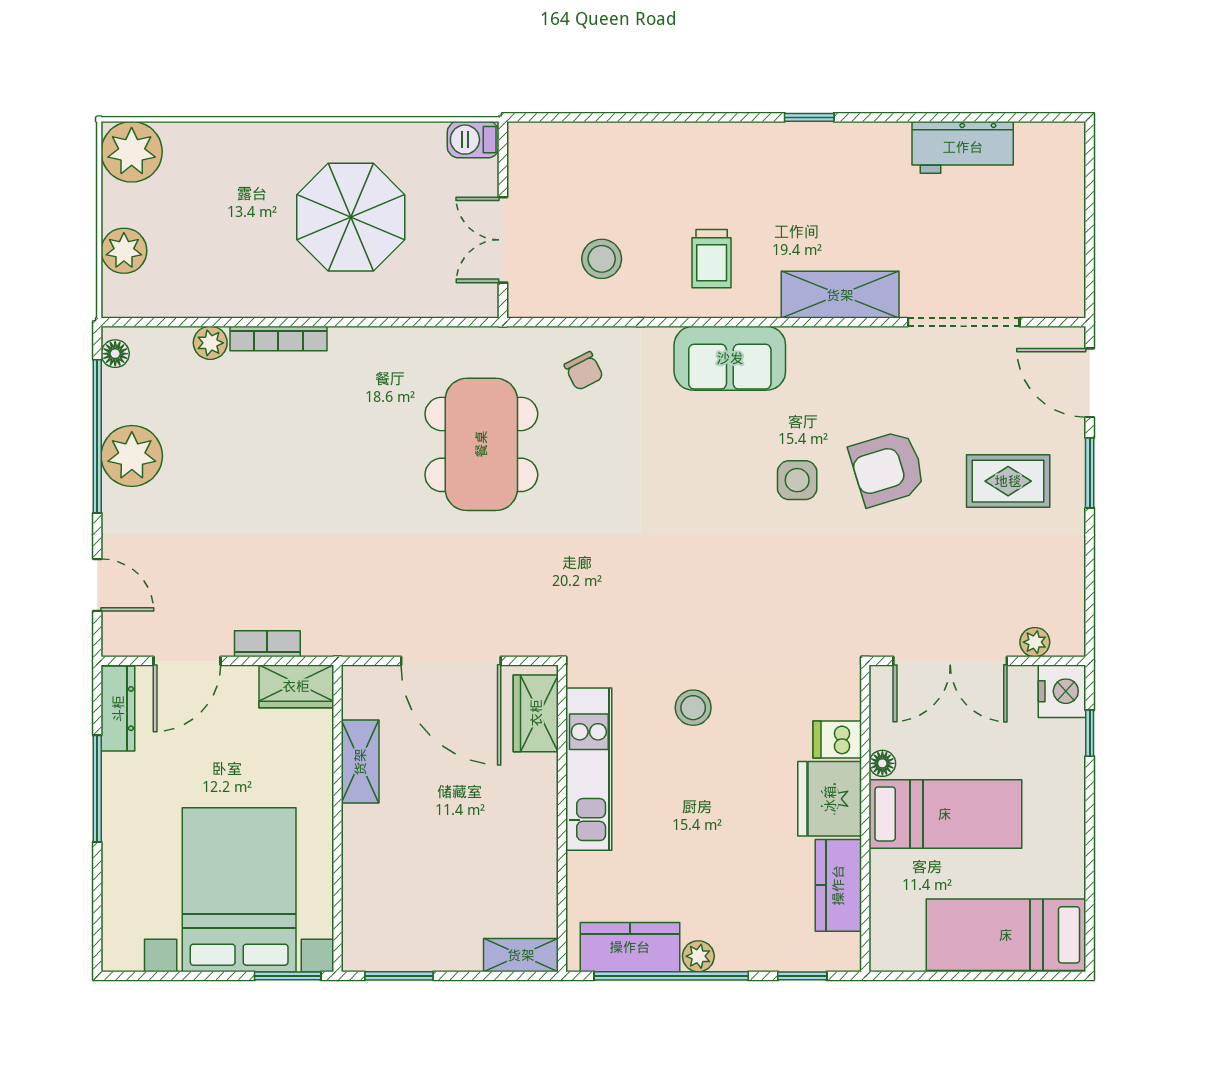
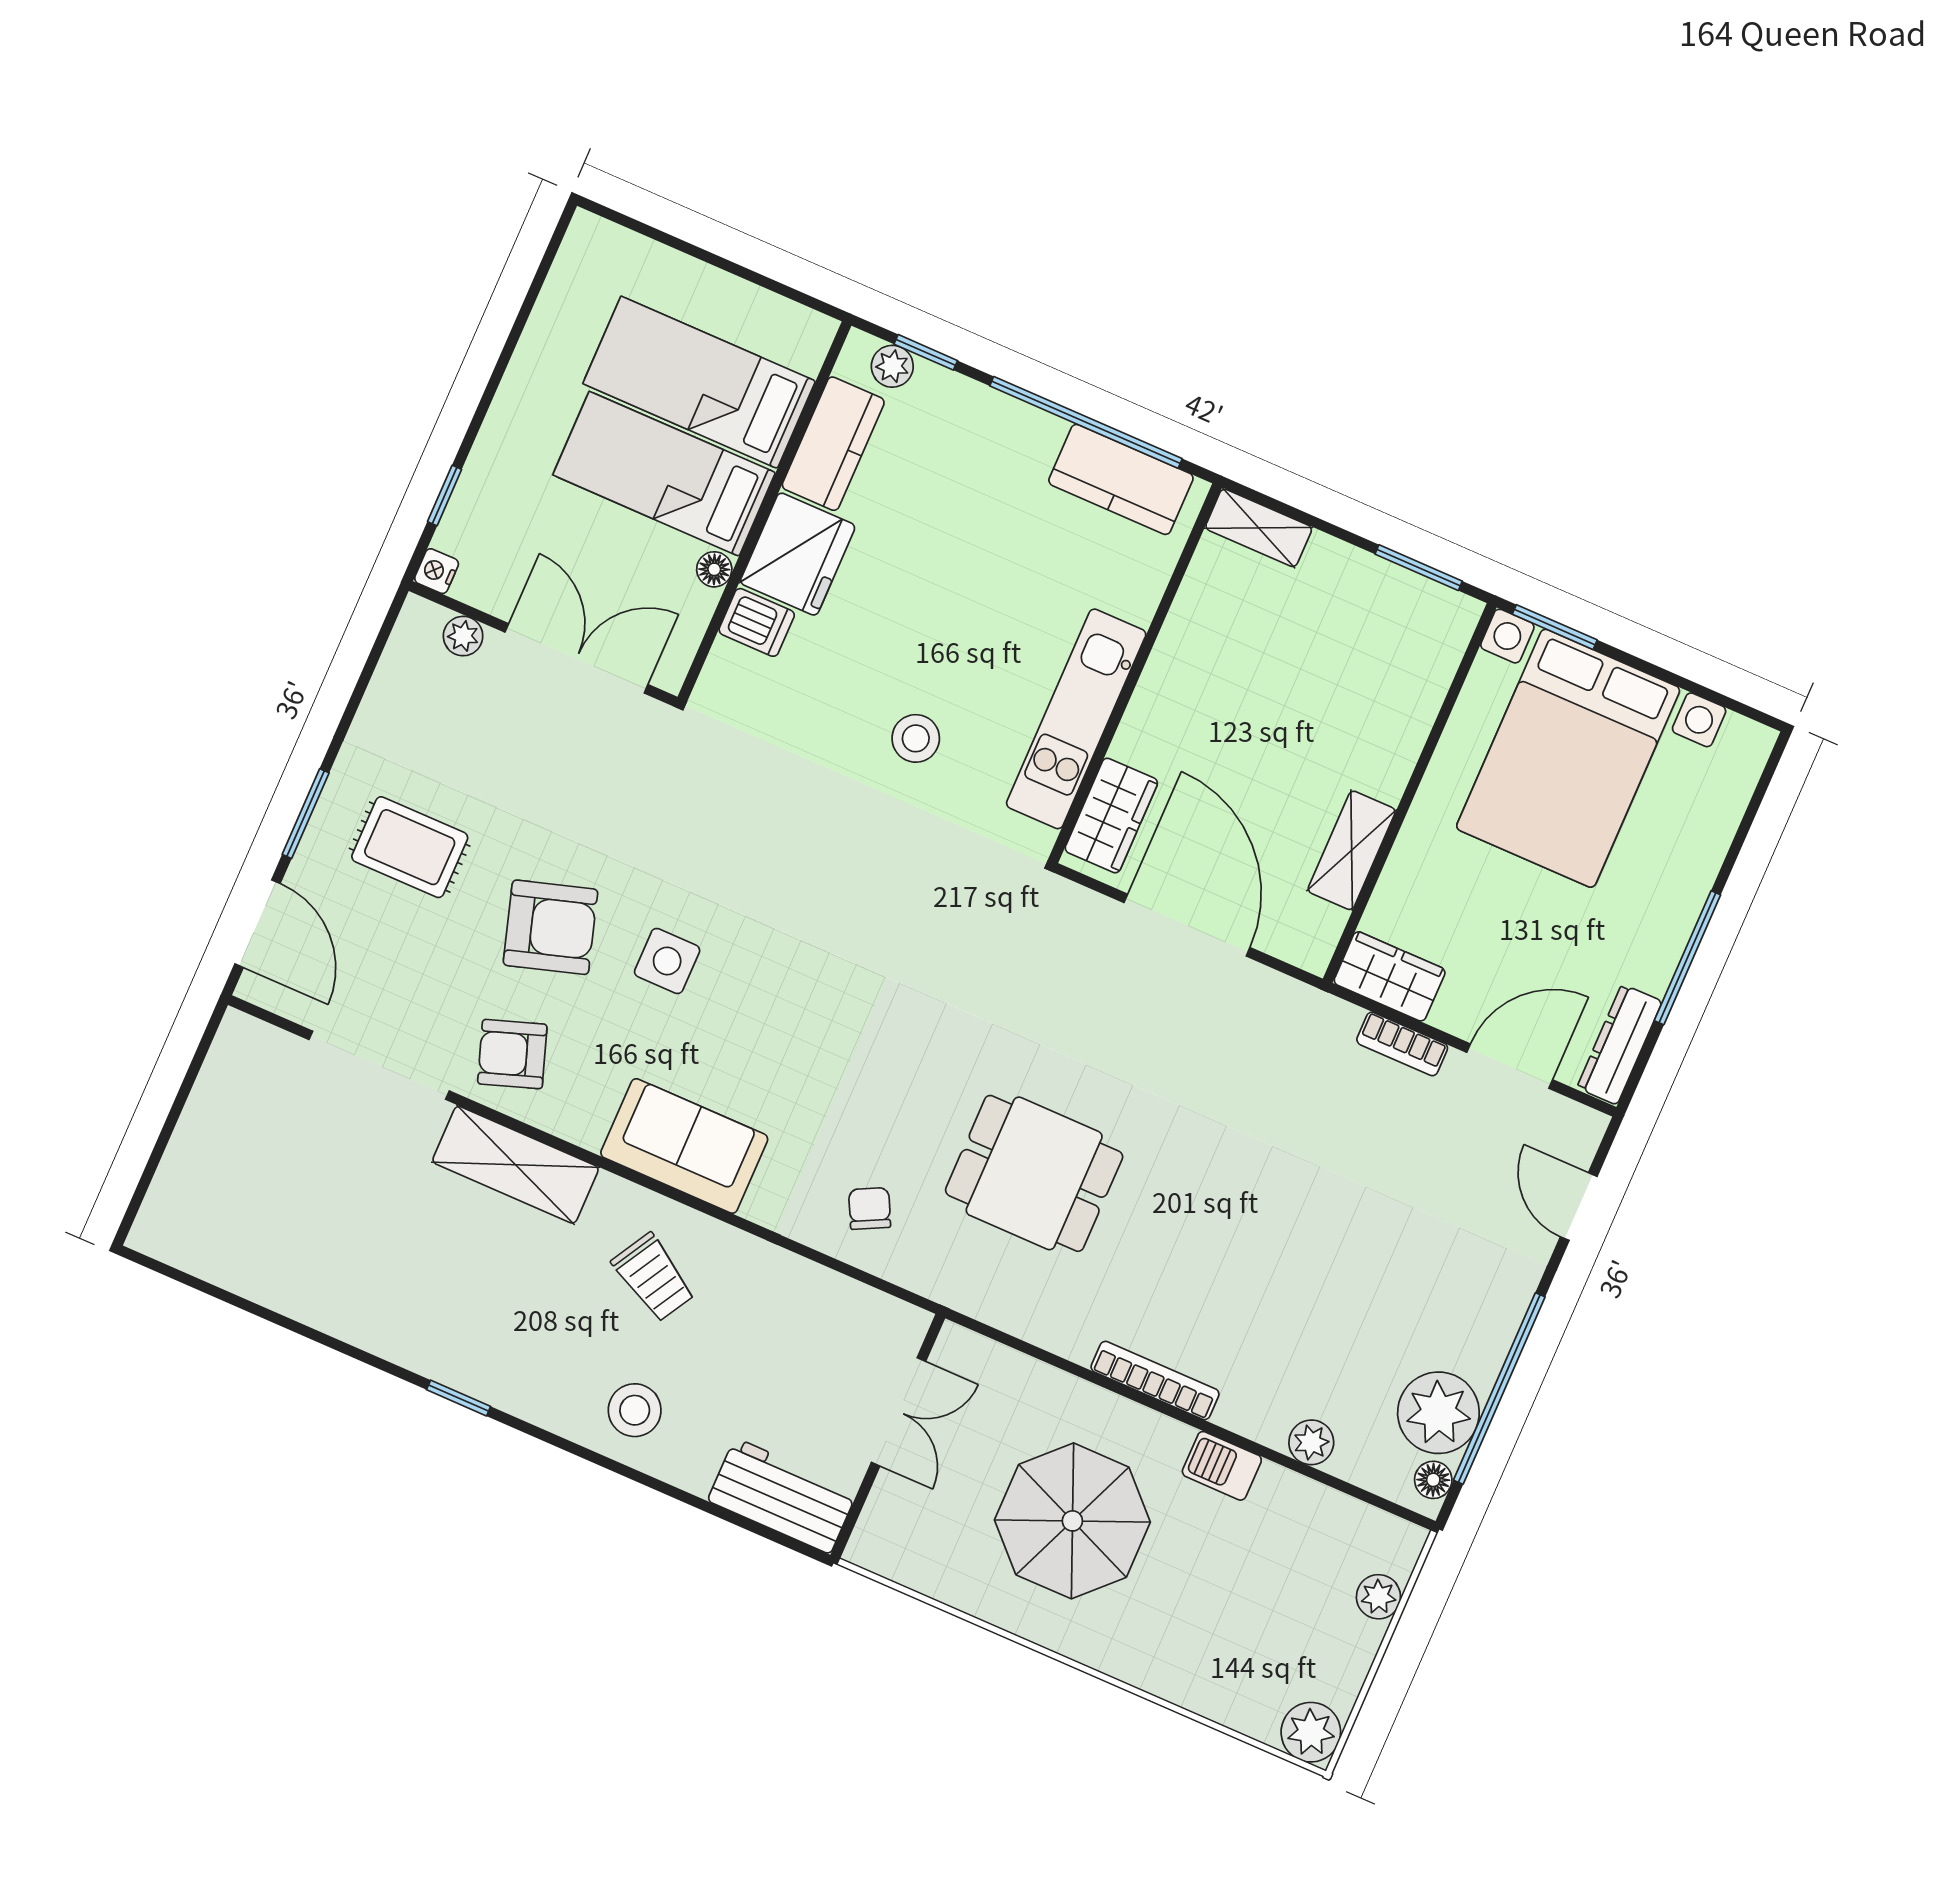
barbecue: (473, 140) -> (1222, 1466), moved, turned 180
workbench: (963, 147) -> (783, 1496), moved
plant: (132, 152) -> (1311, 1732), width x0.73, depth x0.73
plant: (124, 251) -> (1378, 1597), width x0.73, depth x0.73
stool: (602, 259) -> (635, 1410), moved
trolley: (712, 259) -> (653, 1278), turned 120
bookcase: (278, 338) -> (1155, 1380), moved
armchair: (876, 370) -> (512, 1054), added
dining table: (481, 444) -> (1034, 1173), width x0.73
plant: (132, 456) -> (1438, 1413), moved
nightstand: (1062, 691) -> (437, 571), width x0.53, depth x0.56
bed: (1006, 935) -> (699, 382), moved, turned 180
plant: (698, 956) -> (892, 366), moved

